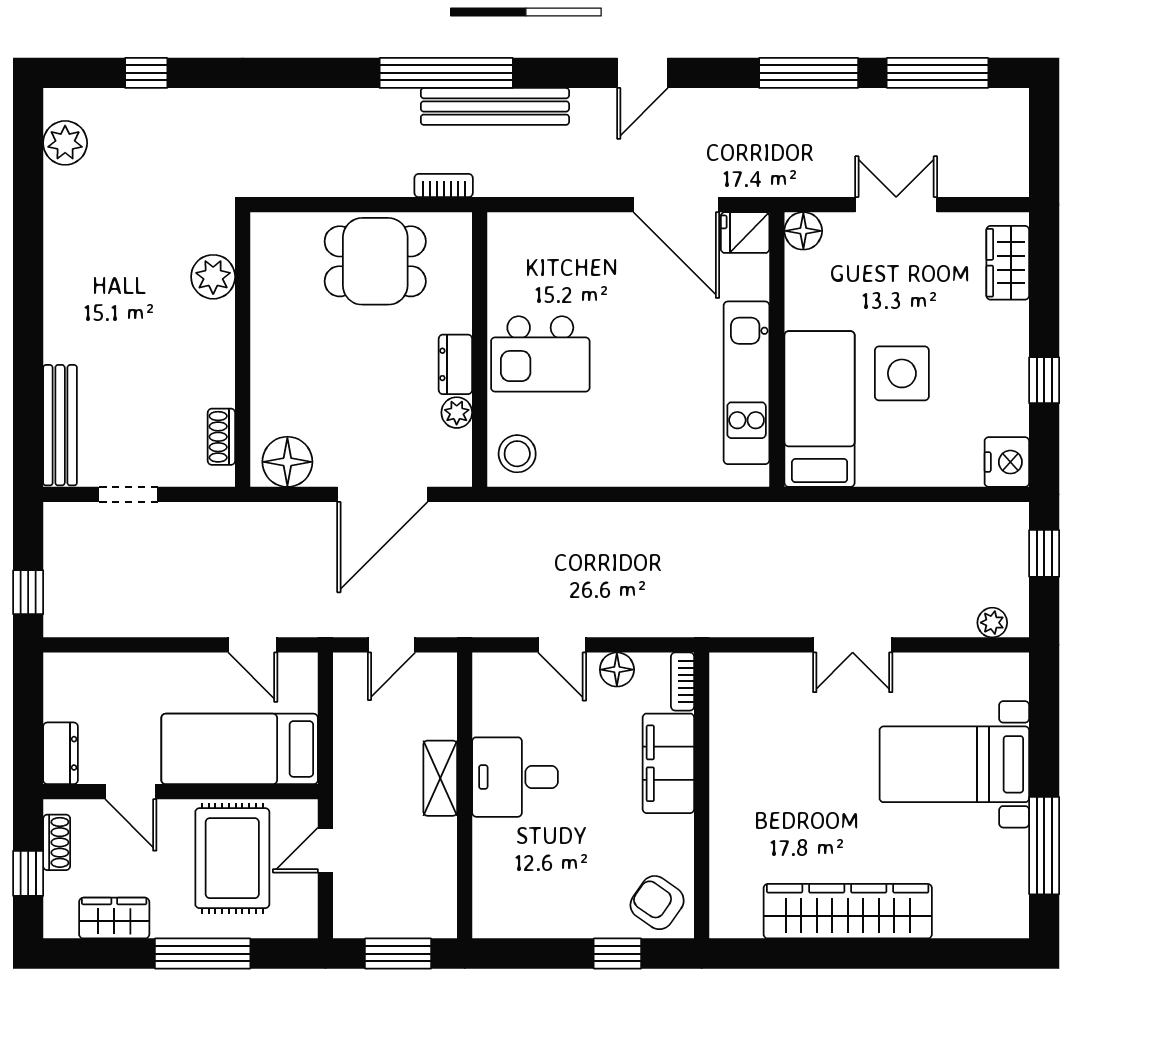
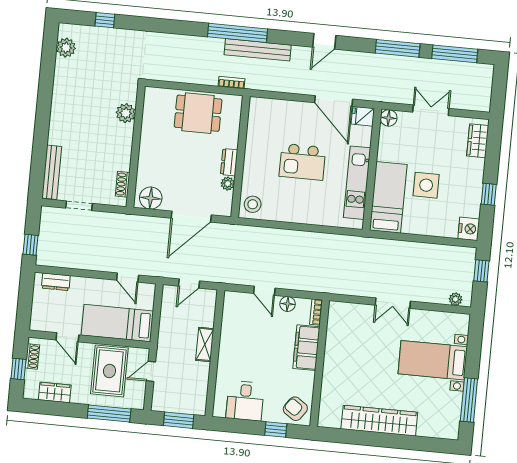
kitchen island: (540, 354) -> (302, 162), moved
dresser: (61, 753) -> (56, 282), moved, turned 90
desk: (515, 777) -> (245, 401), moved, turned -90
window: (203, 954) -> (109, 413), moved

